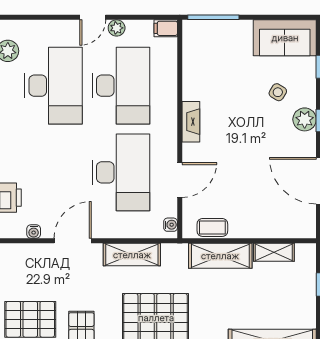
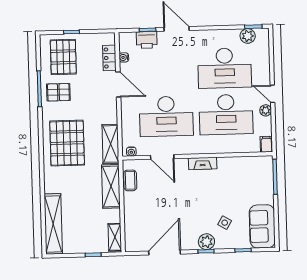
locker: (34, 252) -> (109, 58), added
shelving: (274, 252) -> (115, 237), moved
shelving: (132, 255) -> (110, 144), moved

